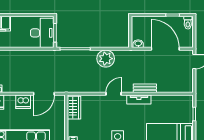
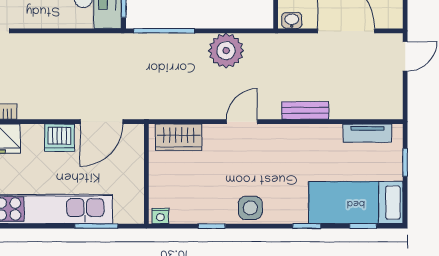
tv unit: (139, 99) -> (367, 133), moved
wardrobe: (74, 108) -> (179, 137), moved, turned 90

